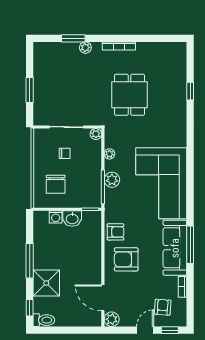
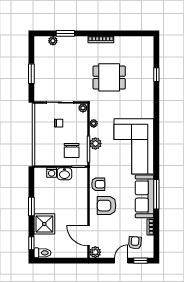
plant: (85, 48) -> (53, 41), moved
dining table: (129, 95) -> (109, 77), turned 90
chair: (56, 184) -> (72, 151), moved
window: (30, 261) -> (31, 207), width x0.69

